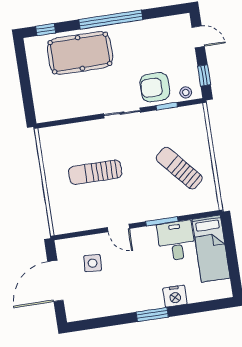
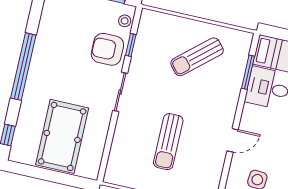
pool table: (80, 53) -> (62, 136), moved
armchair: (155, 87) -> (107, 49), turned 90
window: (162, 221) -> (248, 72), moved

